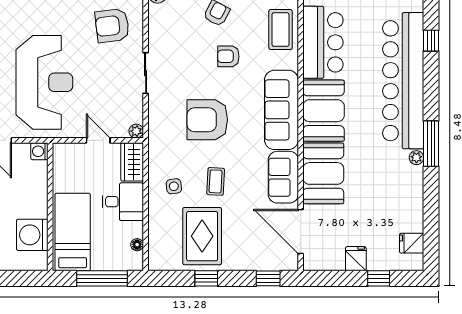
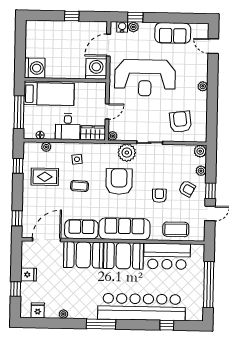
plant: (162, 108) -> (127, 153), added
washing machine: (39, 151) -> (96, 69), width x1.89, depth x1.89
plant: (416, 158) -> (63, 314), moved
washing machine: (32, 235) -> (35, 68), moved, turned 90
plant: (155, 235) -> (46, 147), added
rug: (202, 236) -> (45, 177), width x0.73, depth x0.70
window: (206, 278) -> (18, 166), moved

